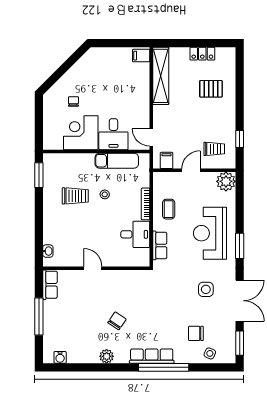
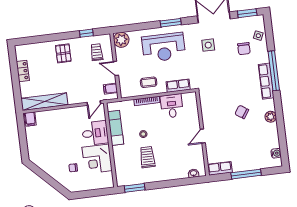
pallet: (211, 89) -> (63, 53), moved

